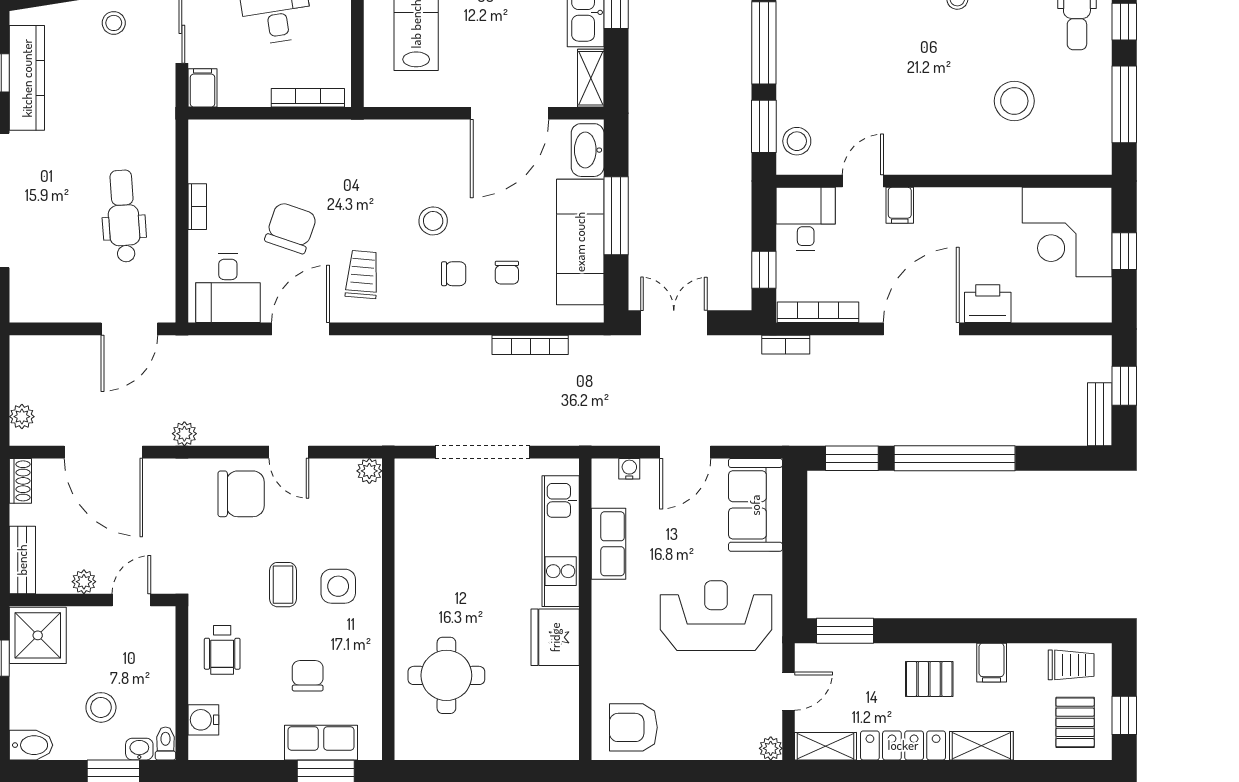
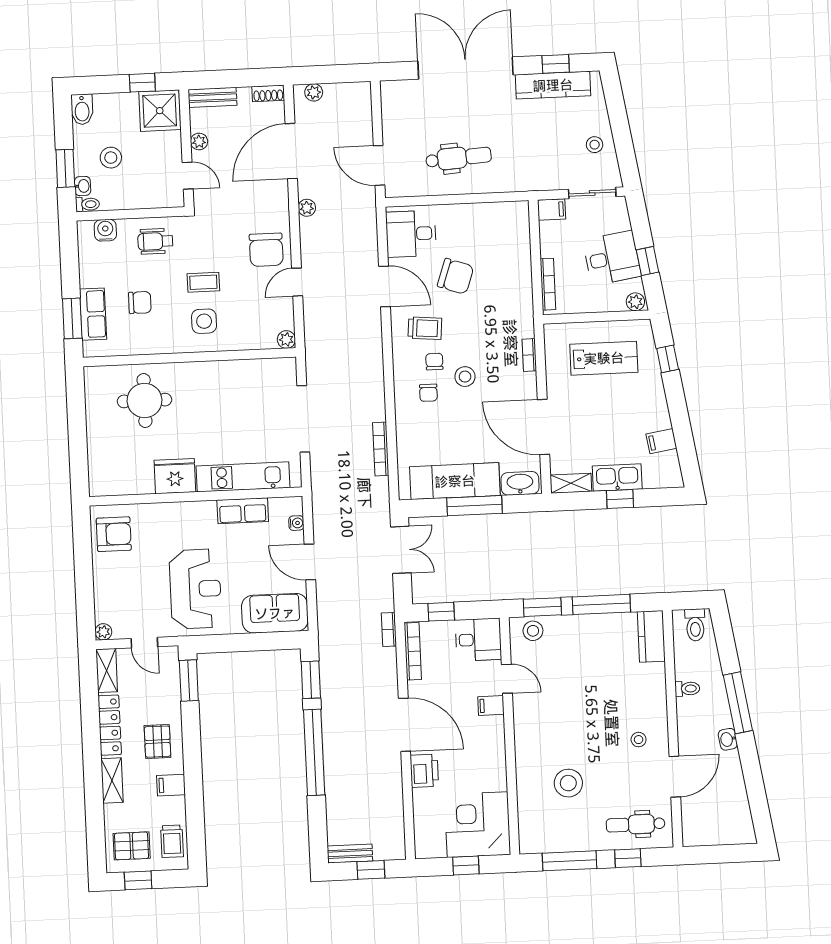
bookcase: (197, 207) -> (529, 355), moved, turned 90
chair: (507, 273) -> (434, 362), moved, turned 90
armchair: (633, 727) -> (114, 534), turned 90

